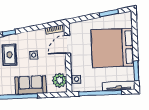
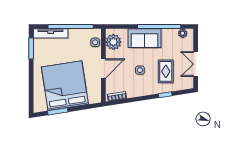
door: (67, 44) -> (103, 68), moved
bed: (112, 48) -> (65, 86), moved, turned -99

